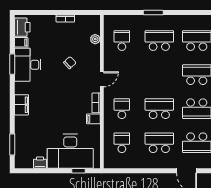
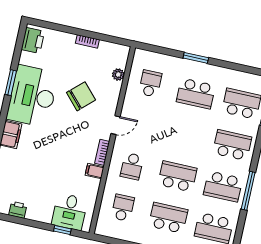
school desk: (159, 41) -> (196, 94), turned 180
filing cabinet: (21, 42) -> (27, 58), removed
chair: (70, 63) -> (81, 96), width x1.87, depth x1.87
desk: (28, 65) -> (32, 96), width x1.36, depth x1.30
school desk: (122, 109) -> (132, 166), turned 180
desk: (70, 151) -> (70, 212), width x0.53, depth x0.77

